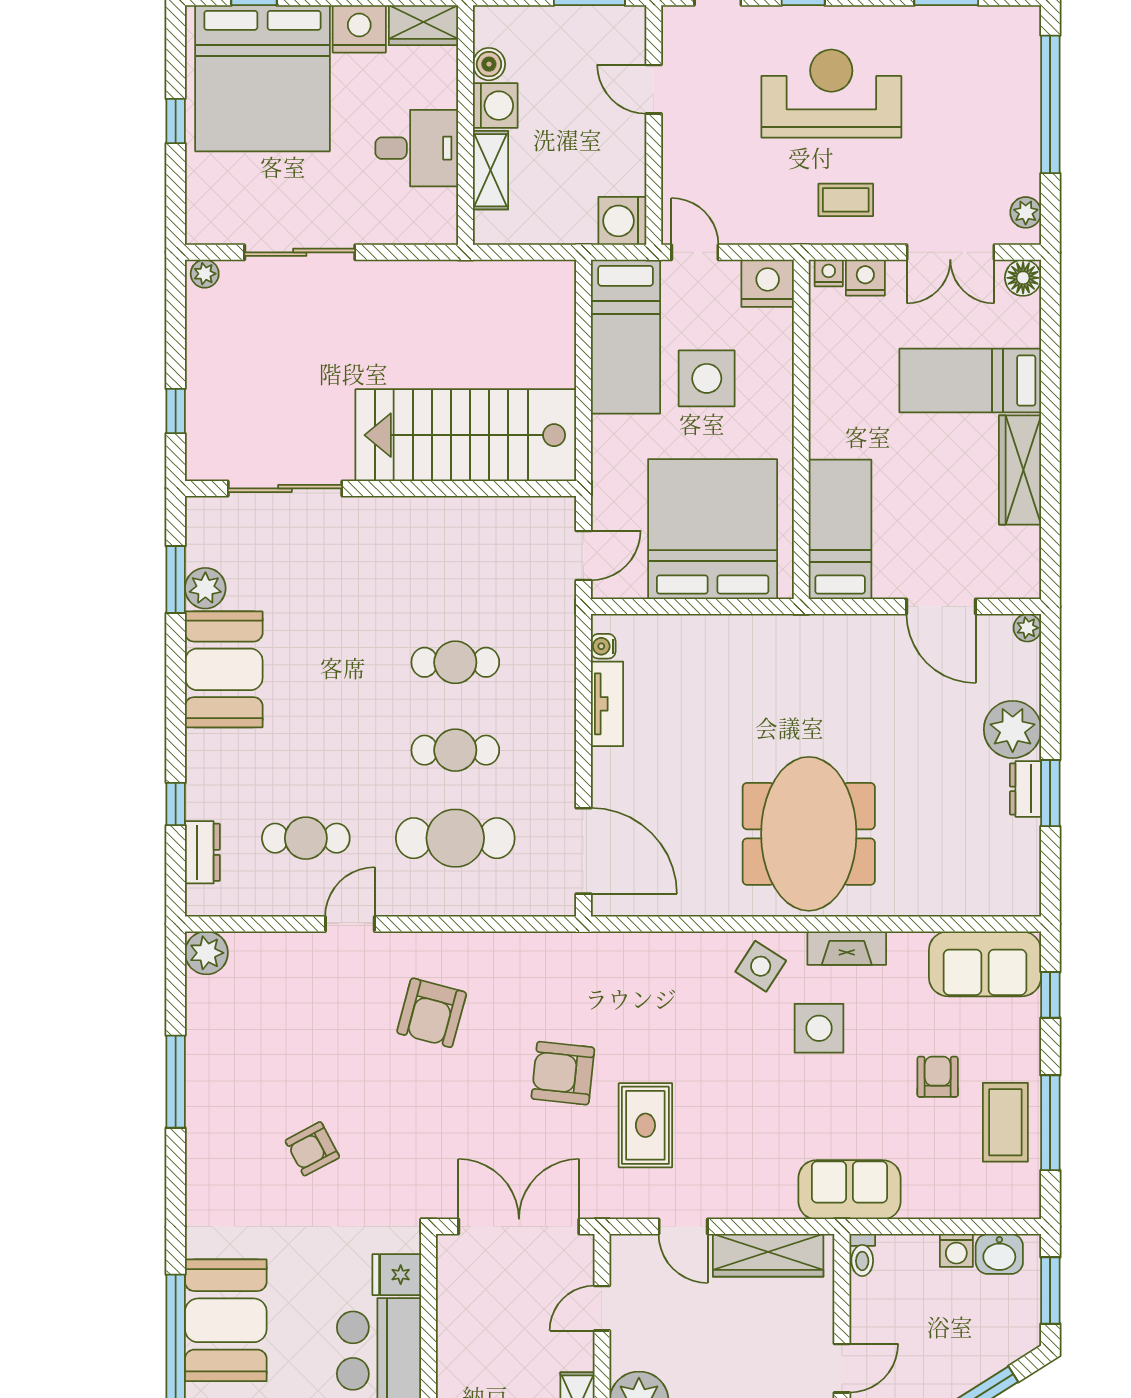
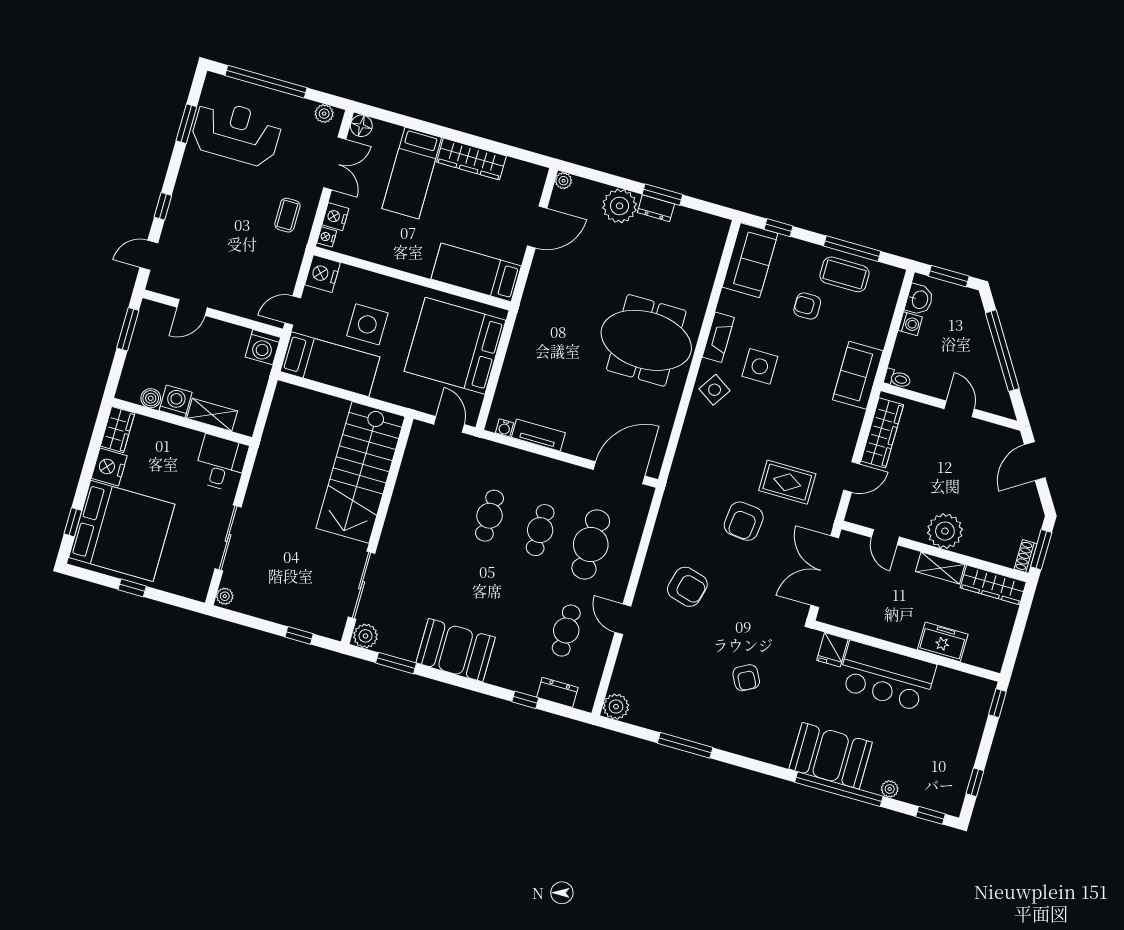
reception desk: (831, 94) -> (236, 133), moved, turned 90
desk: (417, 148) -> (221, 463), moved
plant: (205, 588) -> (366, 636), moved

